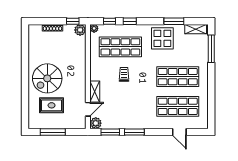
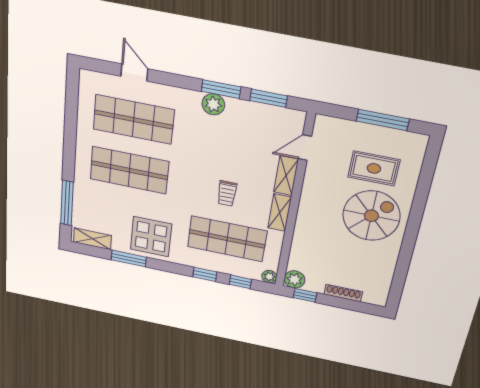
shelving: (95, 69) -> (280, 213), added
plant: (96, 123) -> (213, 104), moved

